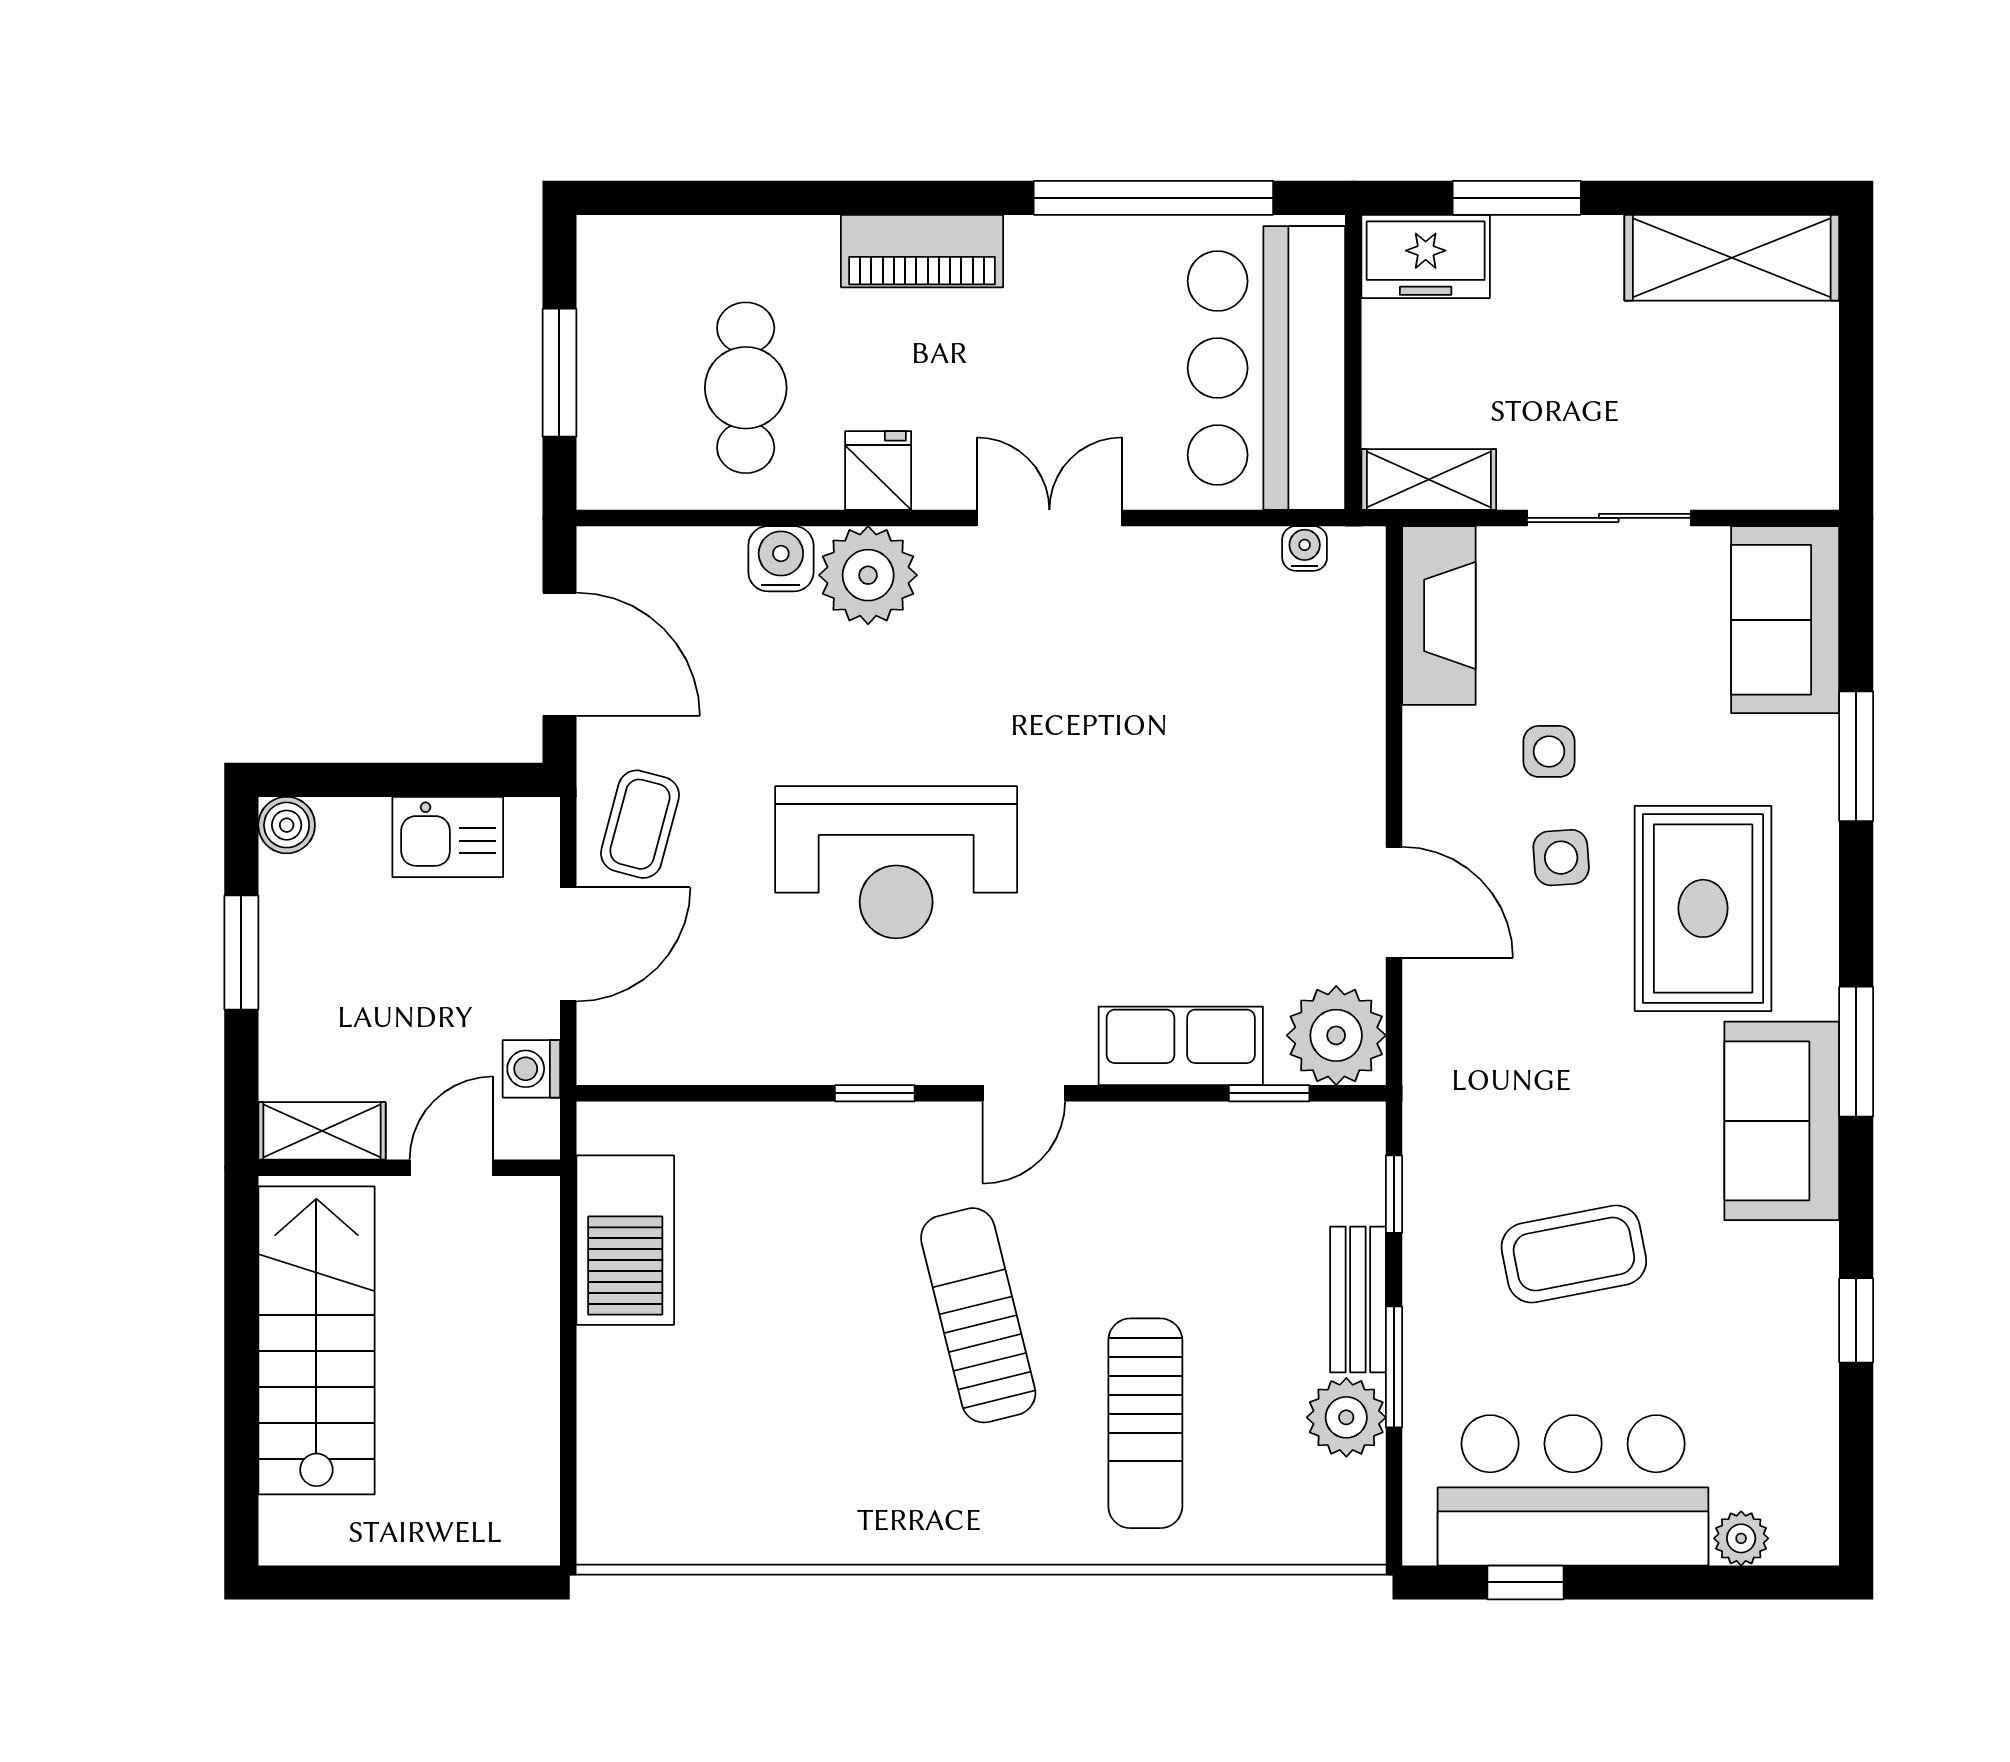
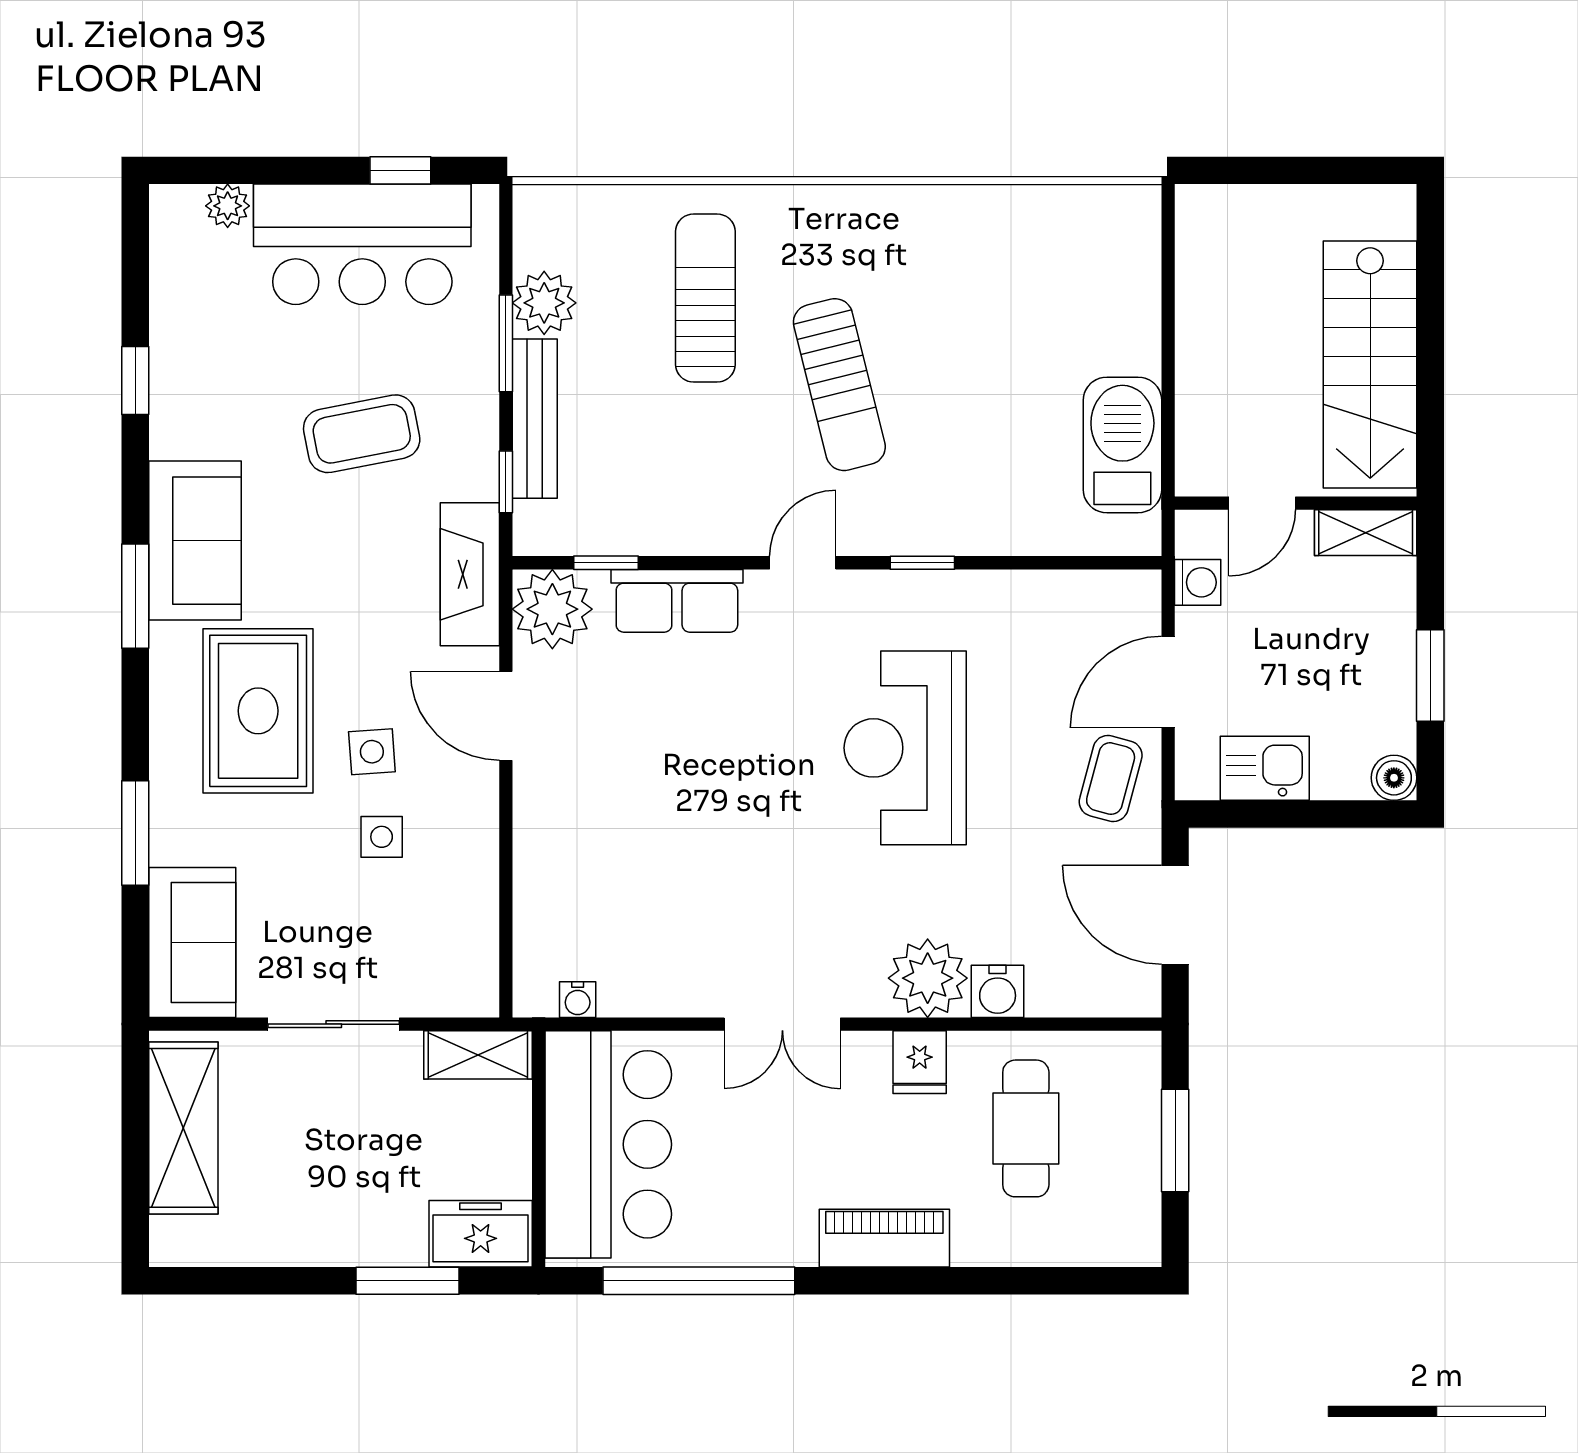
shelving: (1732, 258) -> (183, 1128), moved, turned 90
fireplace: (1439, 615) -> (470, 574), moved
reception desk: (896, 862) -> (905, 748), turned -90
bench: (1358, 1299) -> (535, 419), width x1.36

